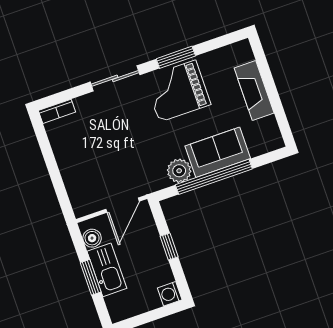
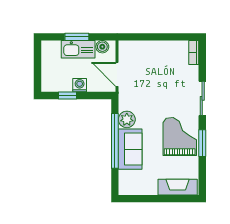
fireplace: (254, 90) -> (178, 187), moved
window: (169, 247) -> (67, 96), moved
washing machine: (170, 294) -> (80, 85), moved

